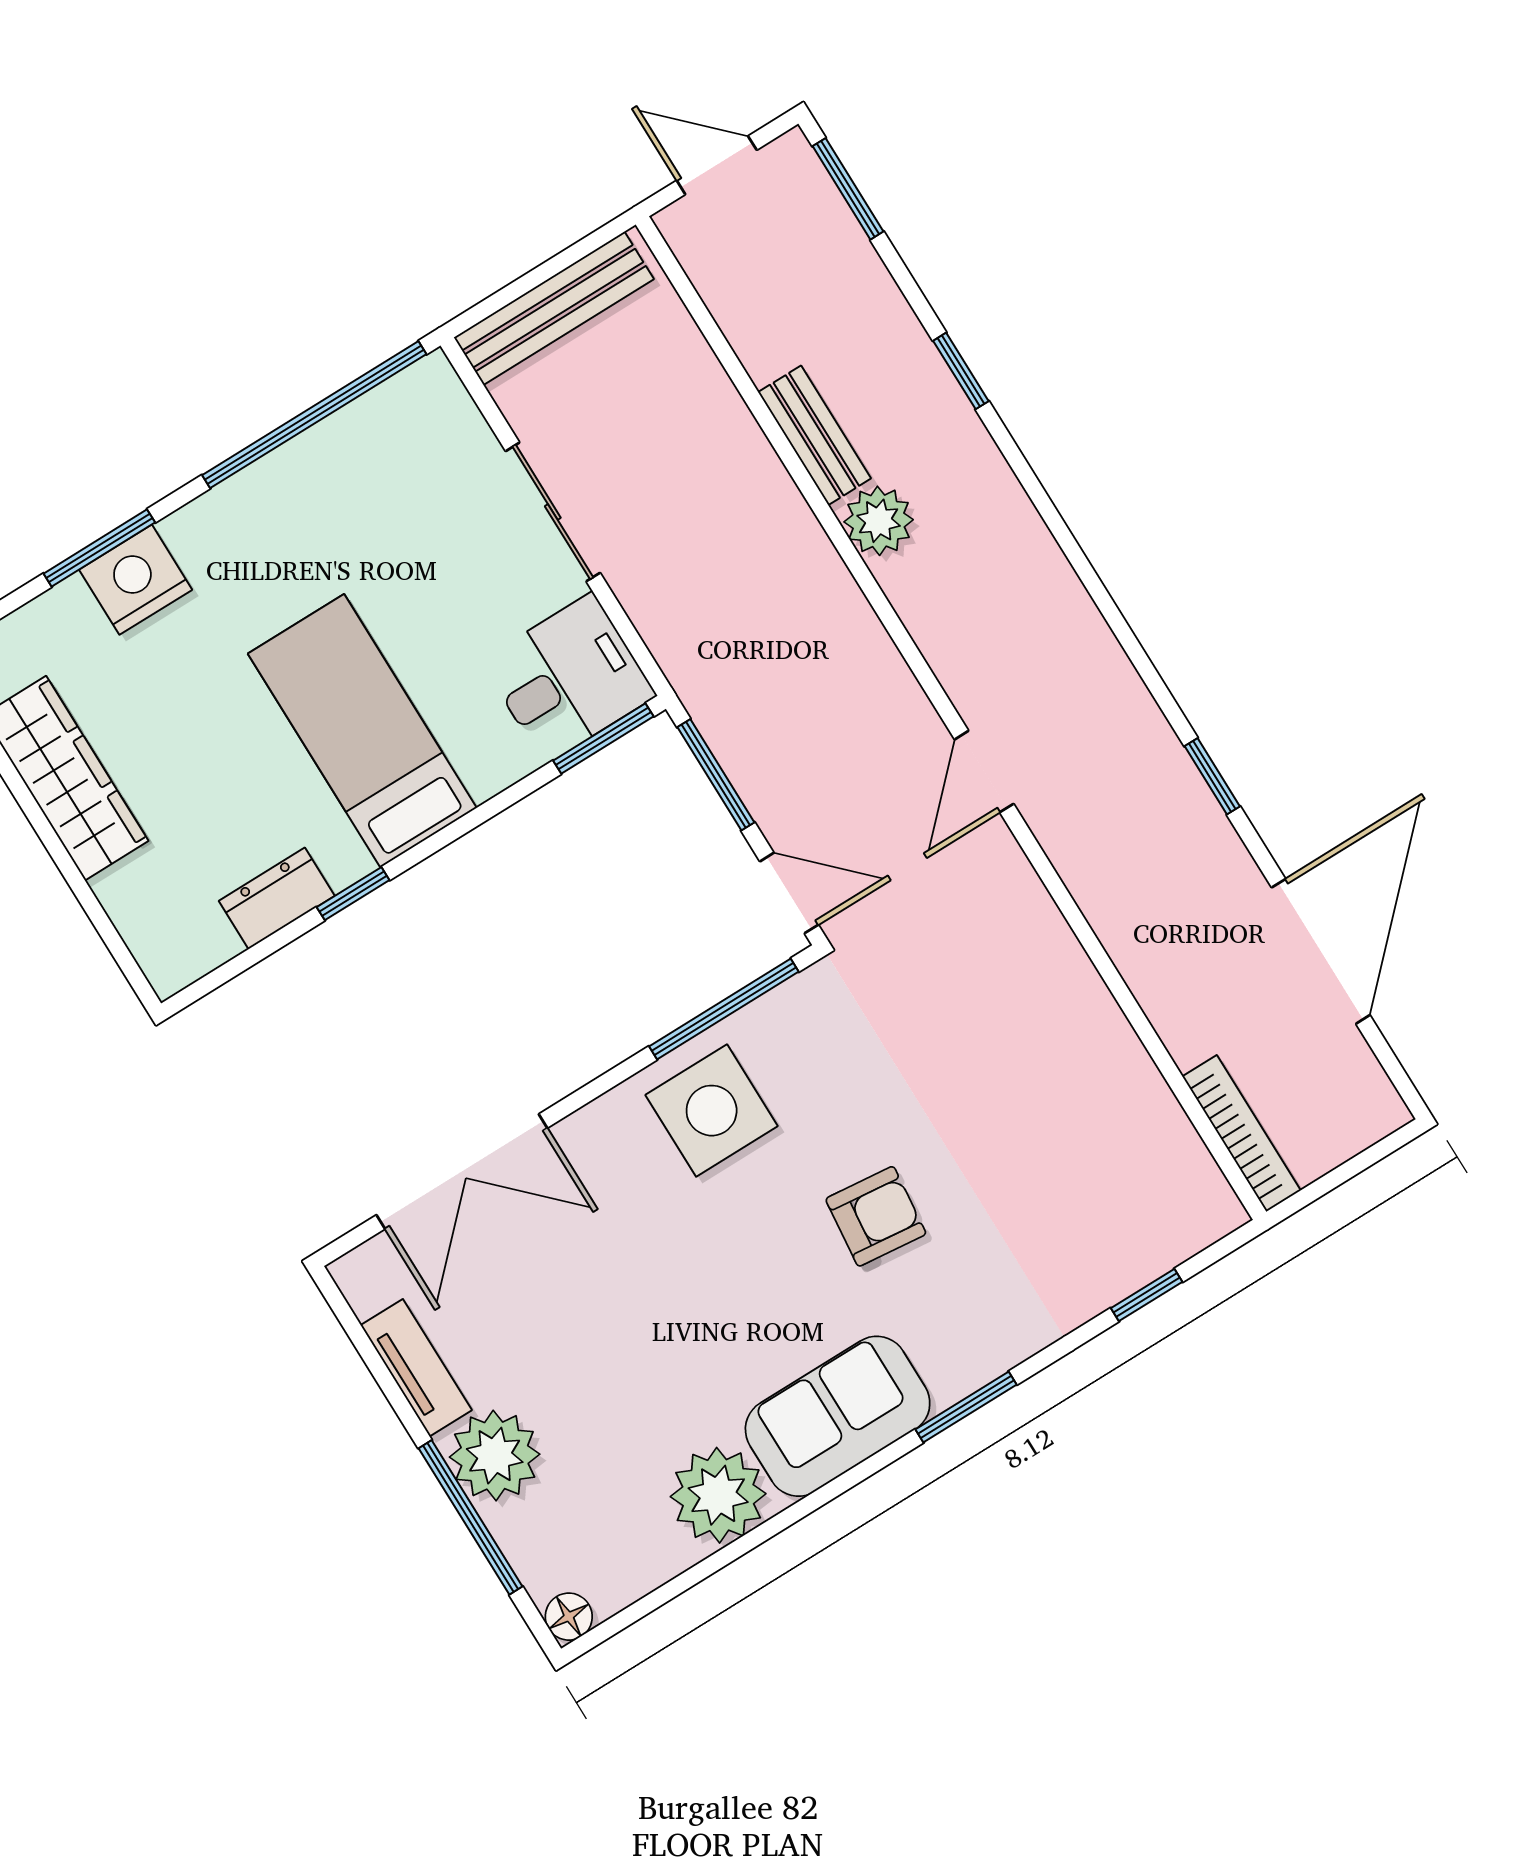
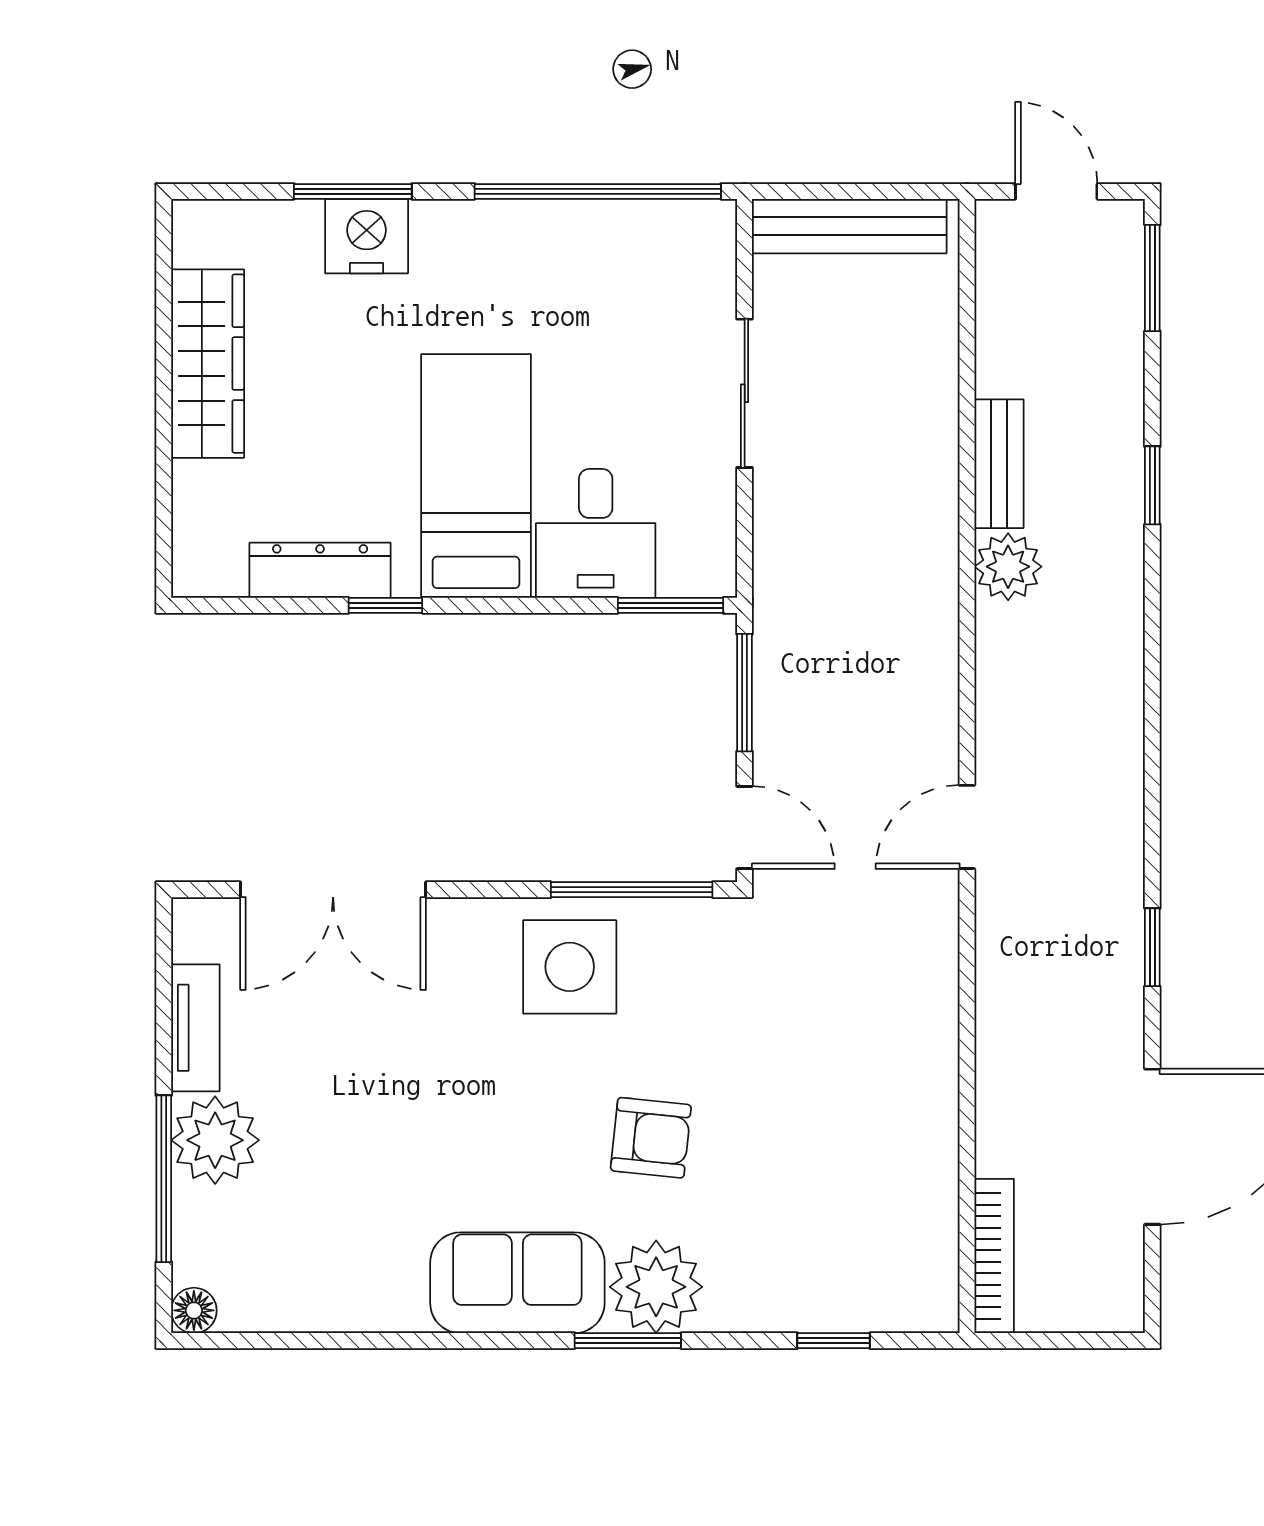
desk: (569, 678) -> (596, 533), moved, turned 90
dresser: (277, 898) -> (320, 570), width x1.44
plant: (718, 1495) -> (656, 1287), moved

